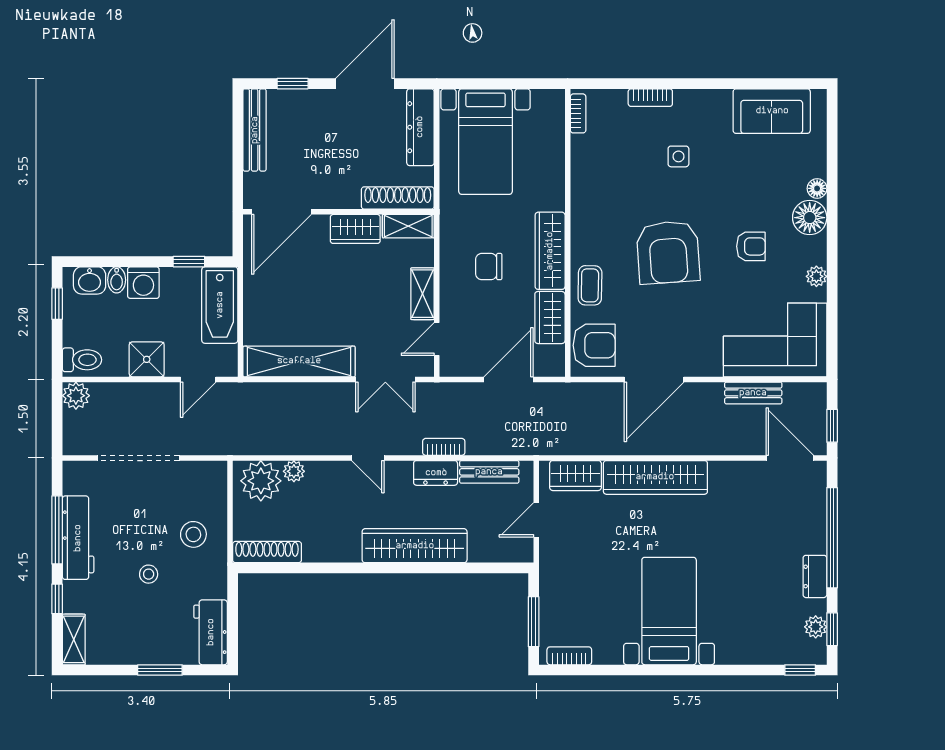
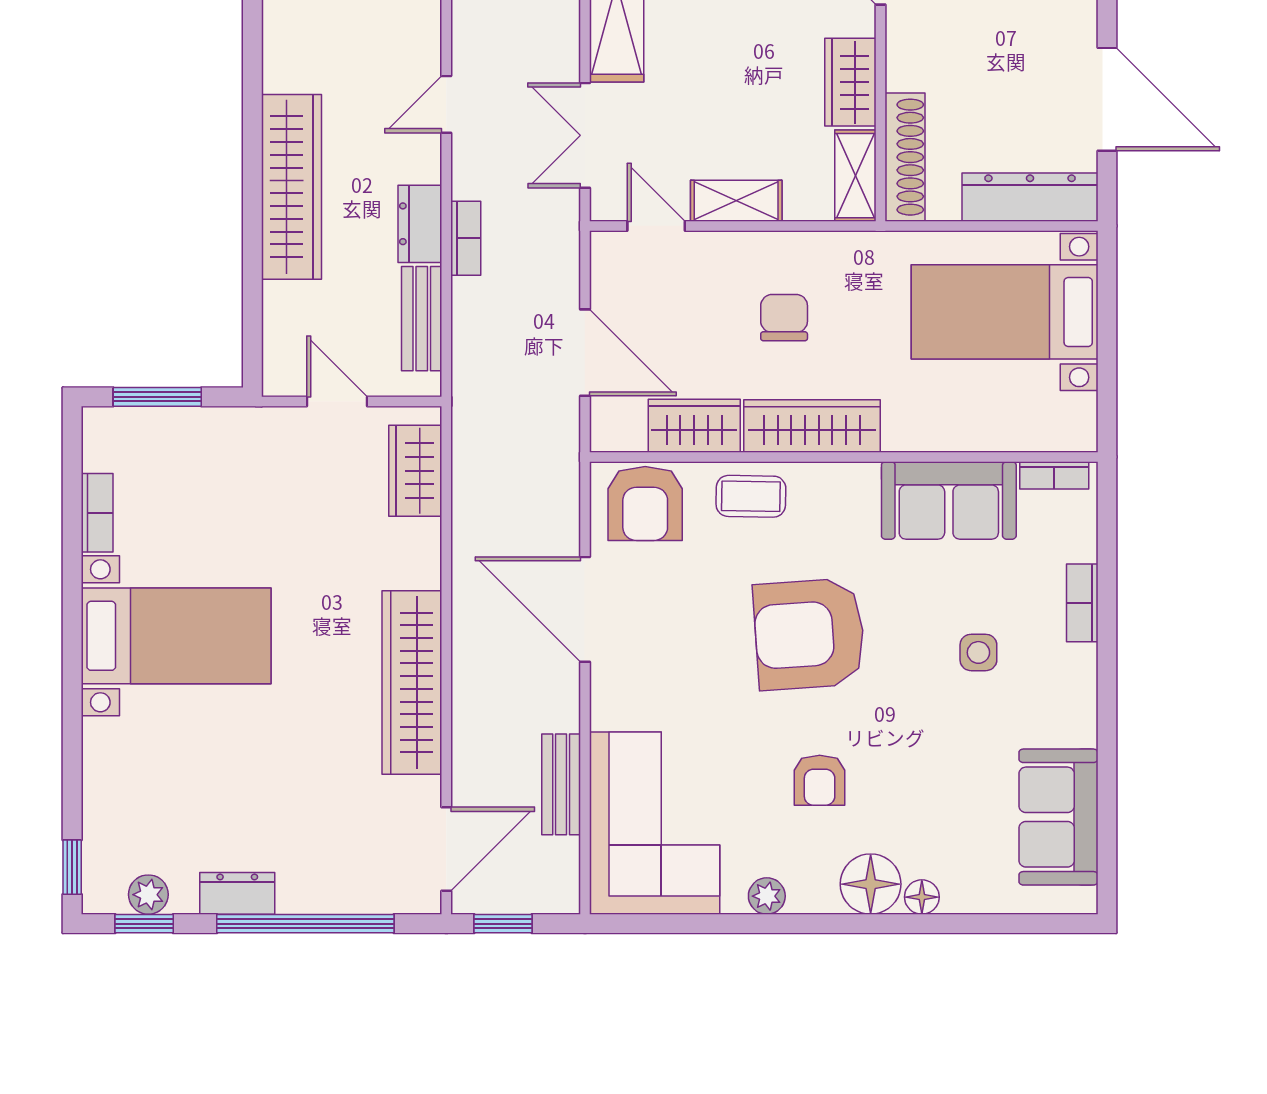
sofa: (592, 173) -> (949, 500), added
wardrobe: (655, 477) -> (412, 683), moved
bookcase: (569, 656) -> (97, 513), moved

